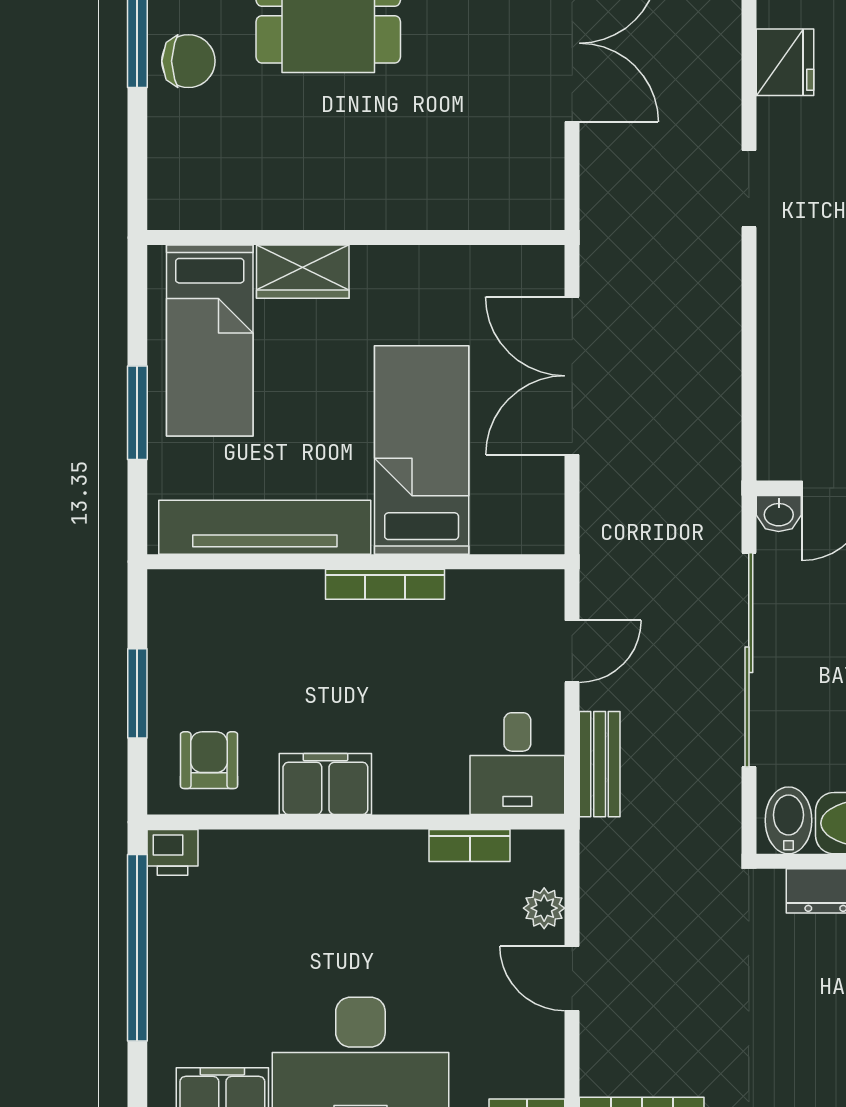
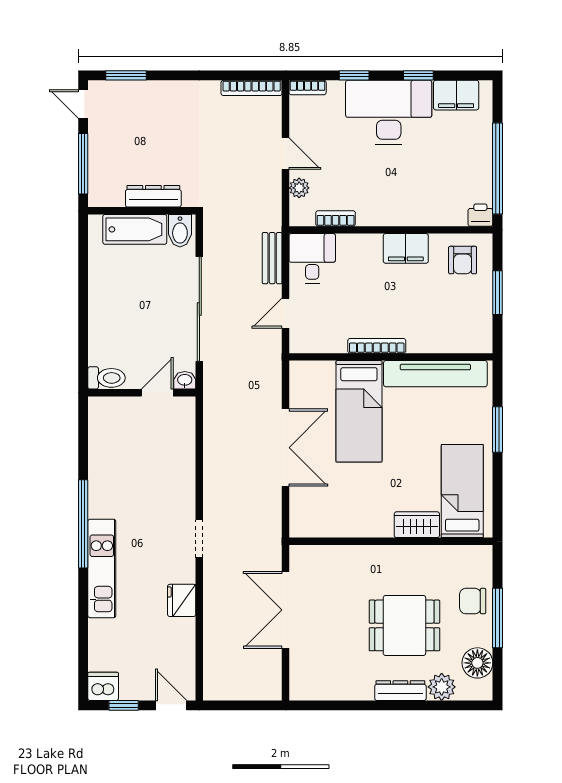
wall: (356, 238) -> (391, 541), moved
wardrobe: (303, 272) -> (417, 525), moved
bed: (210, 340) -> (462, 491), moved

